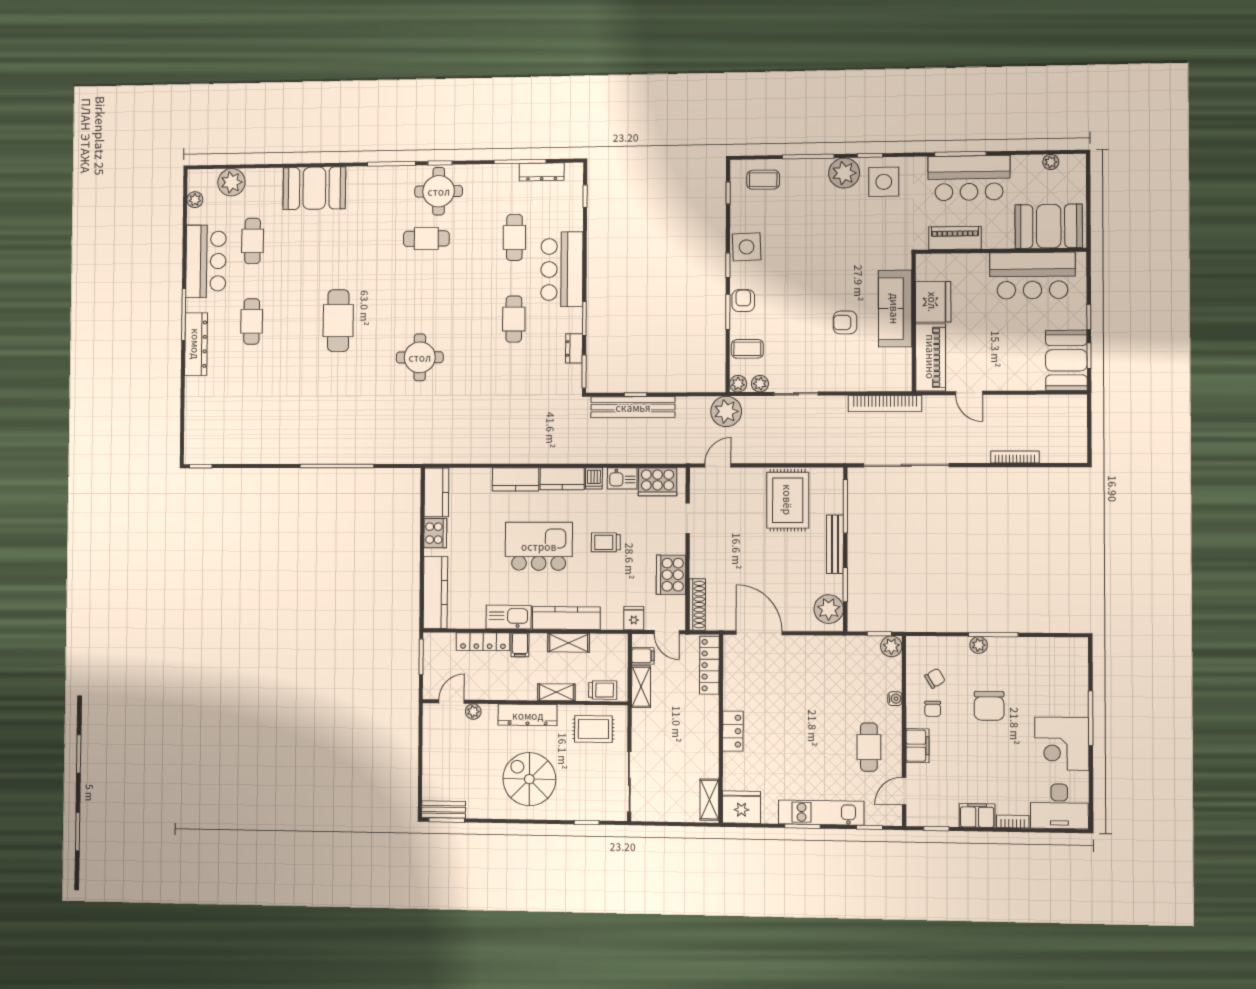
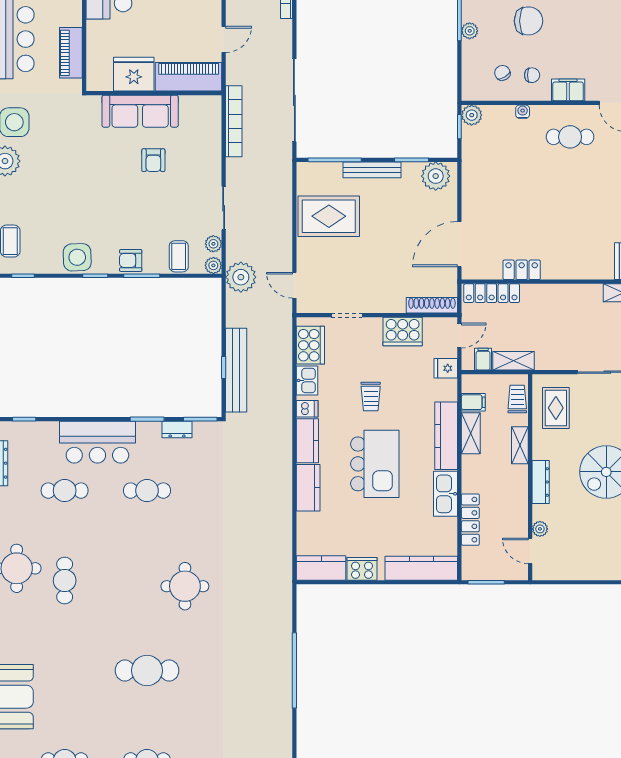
kitchen island: (539, 546) -> (375, 464), turned 180
filing cabinet: (520, 645) -> (473, 402), moved
dresser: (528, 715) -> (541, 482), width x0.73, depth x0.80
locker: (733, 731) -> (522, 270), moved

